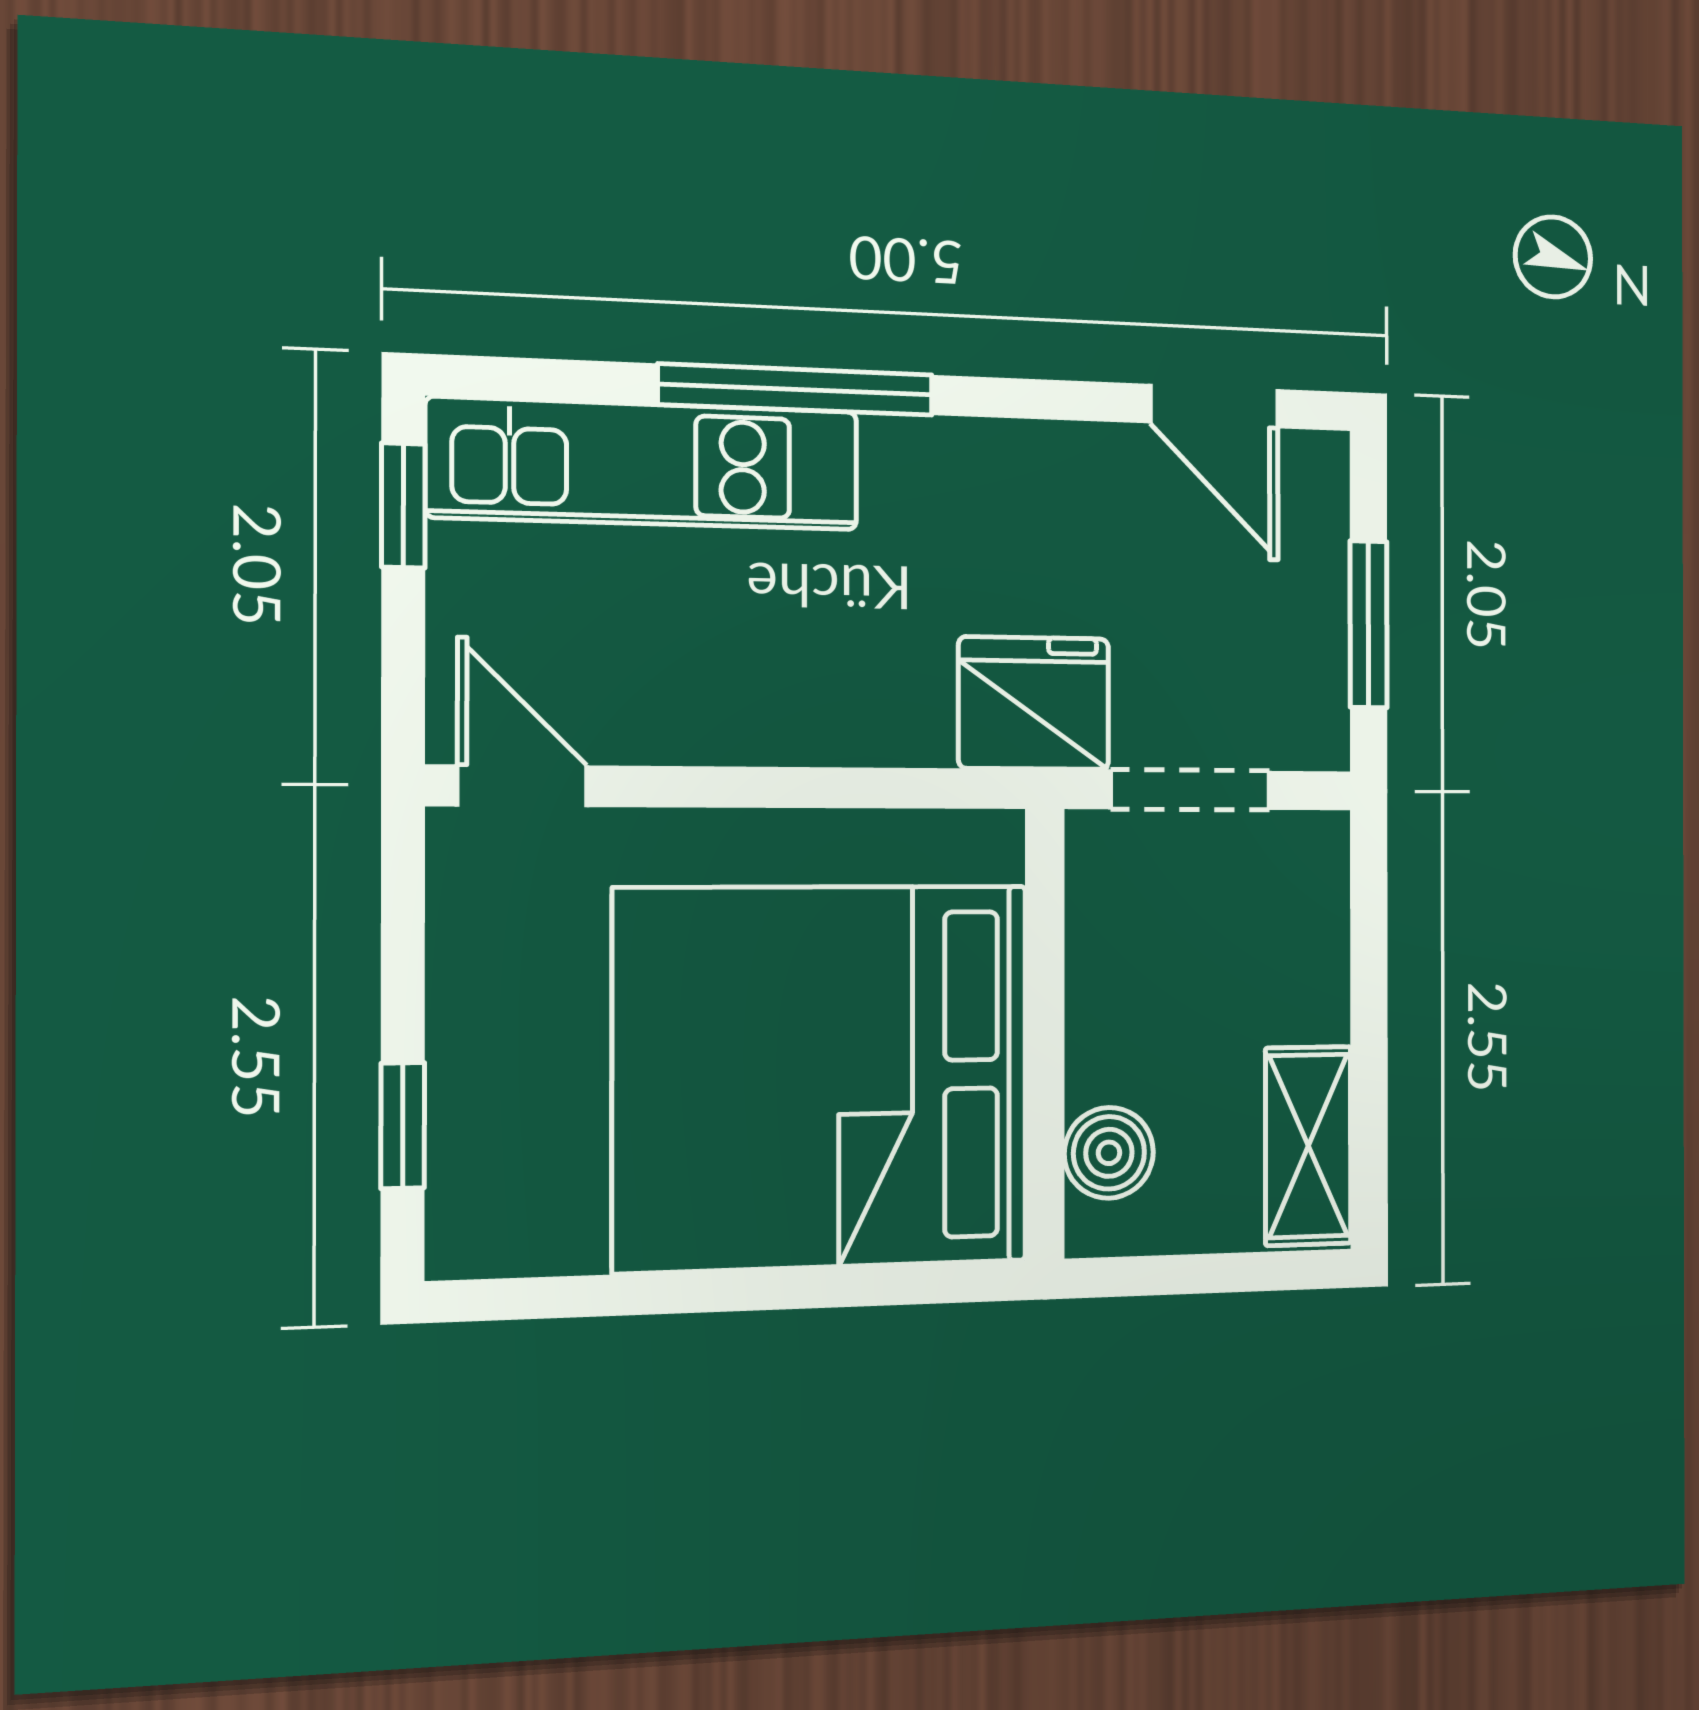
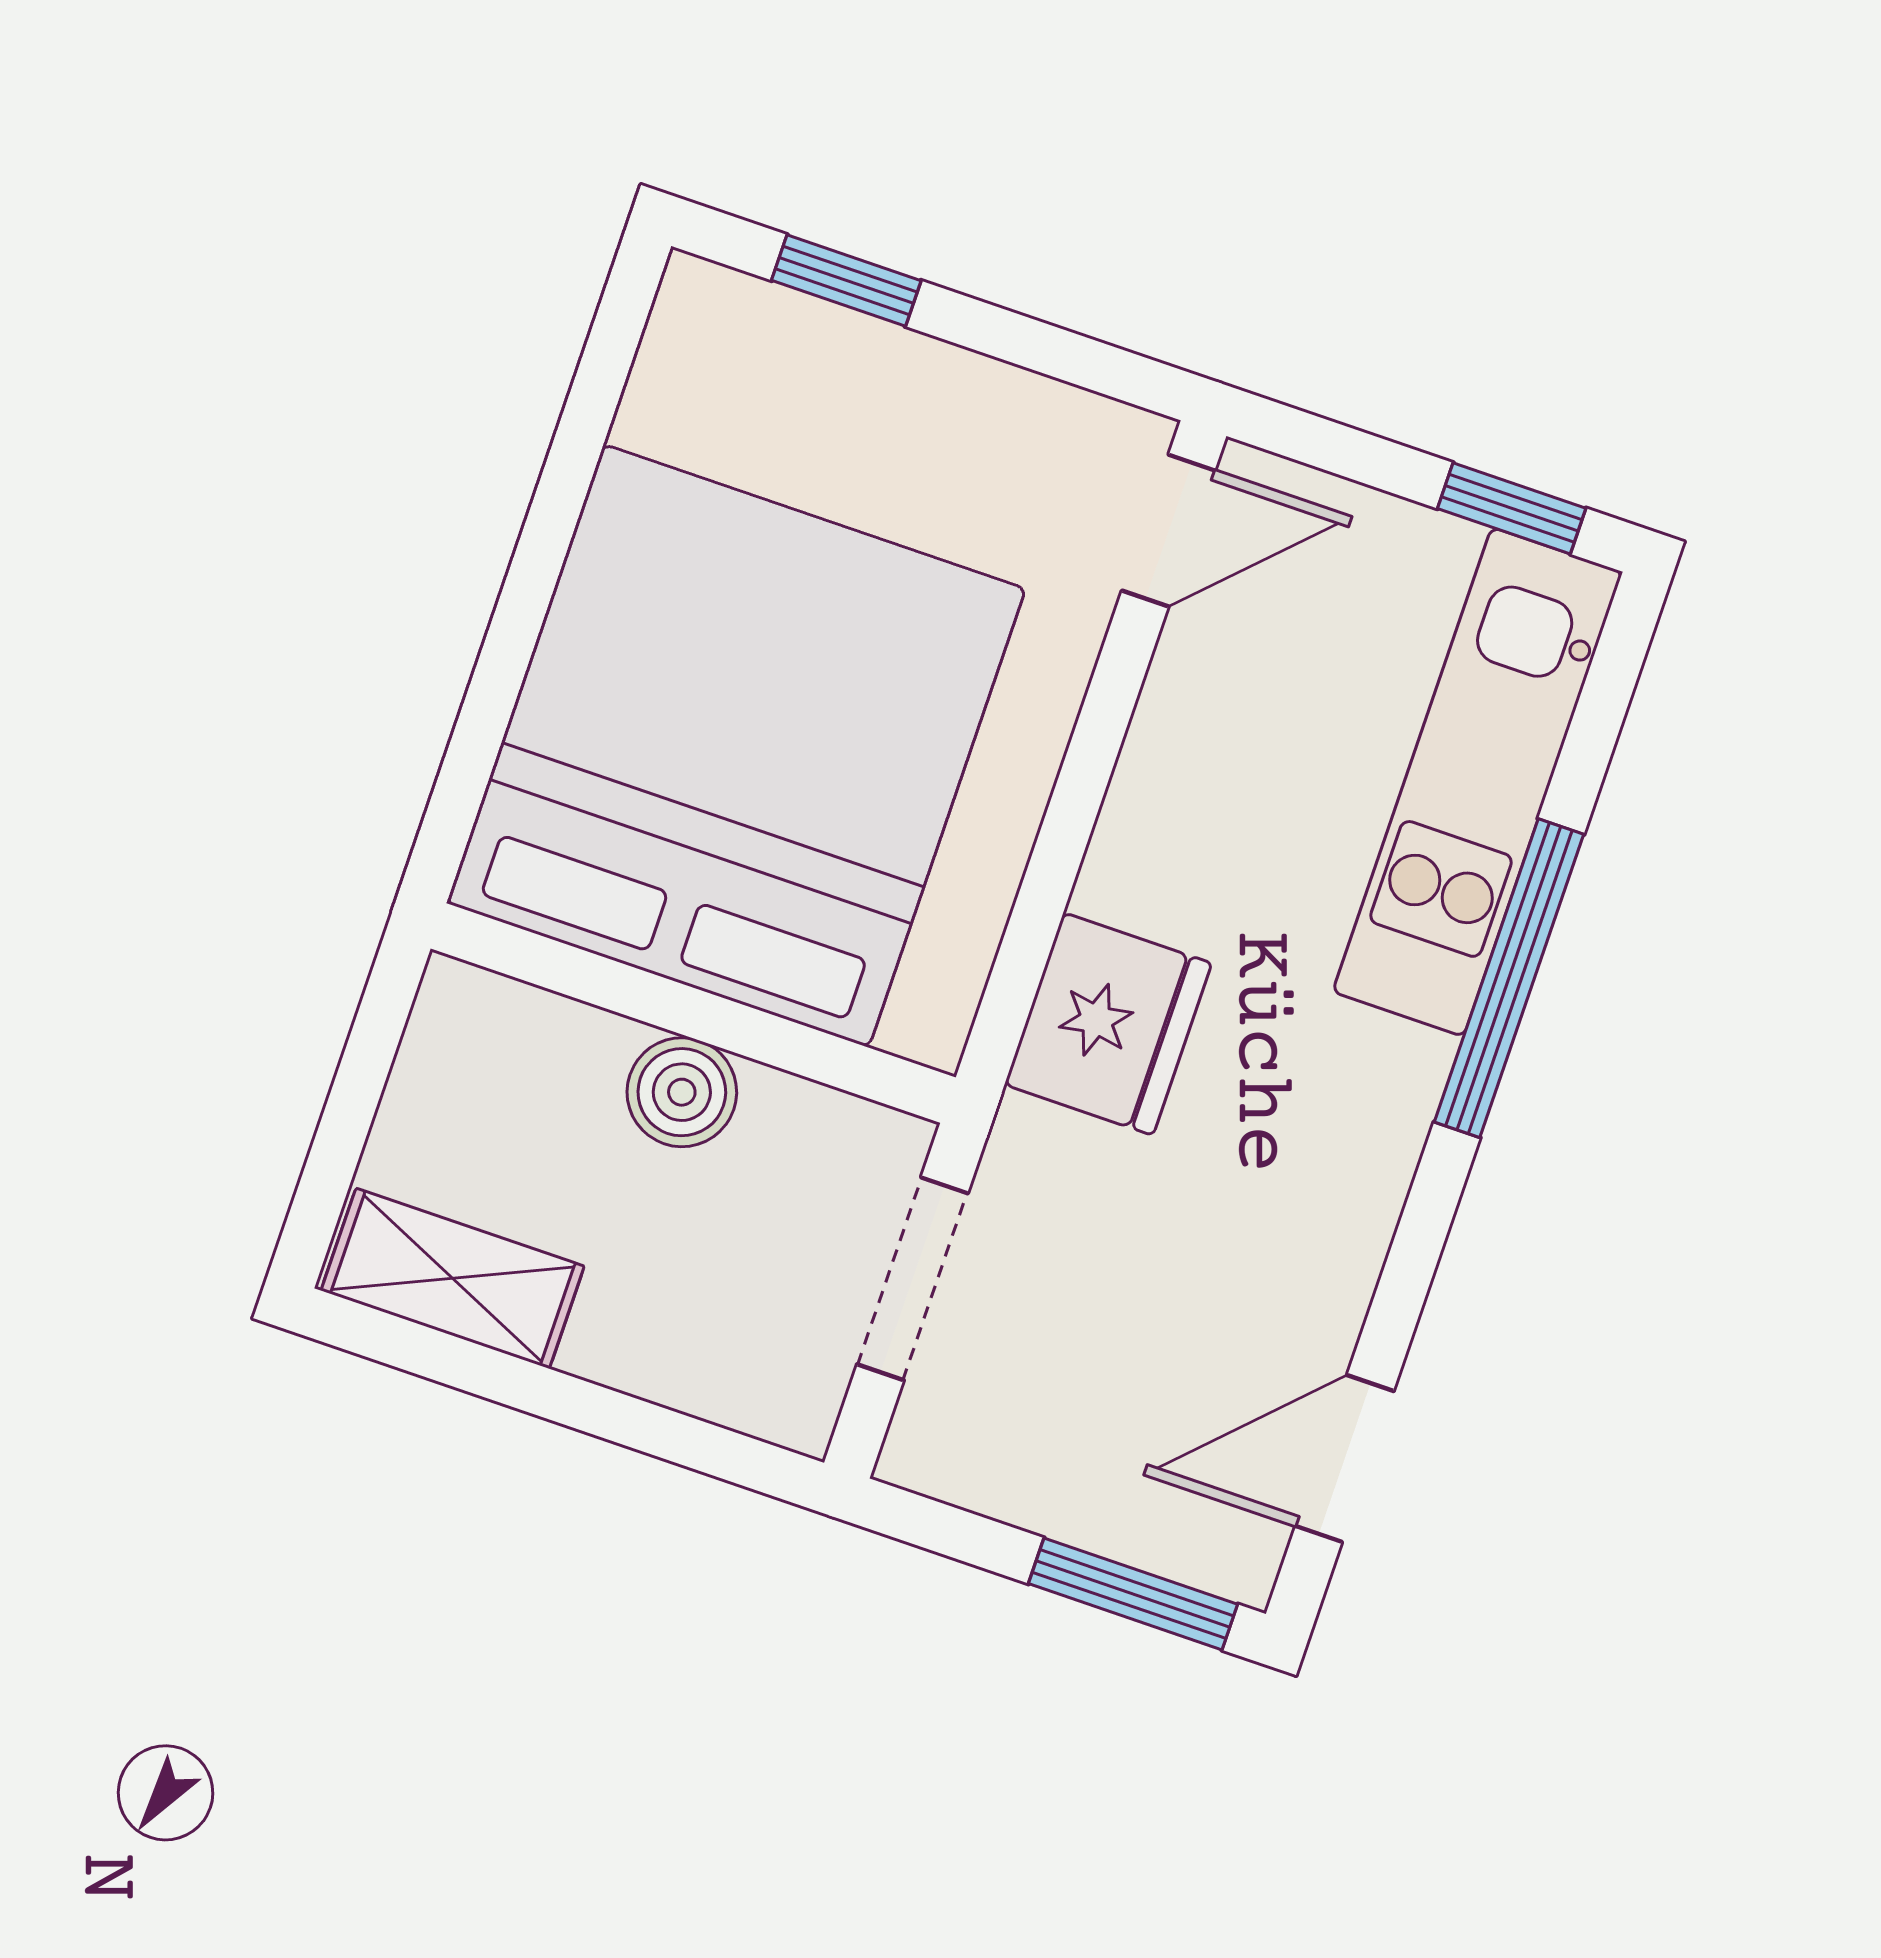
window: (1369, 624) -> (1133, 1594), moved
fridge: (1034, 703) -> (1108, 1024), moved
boiler: (1109, 1153) -> (682, 1092), moved

